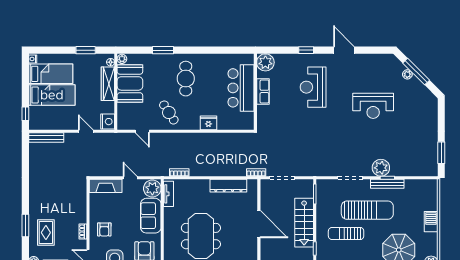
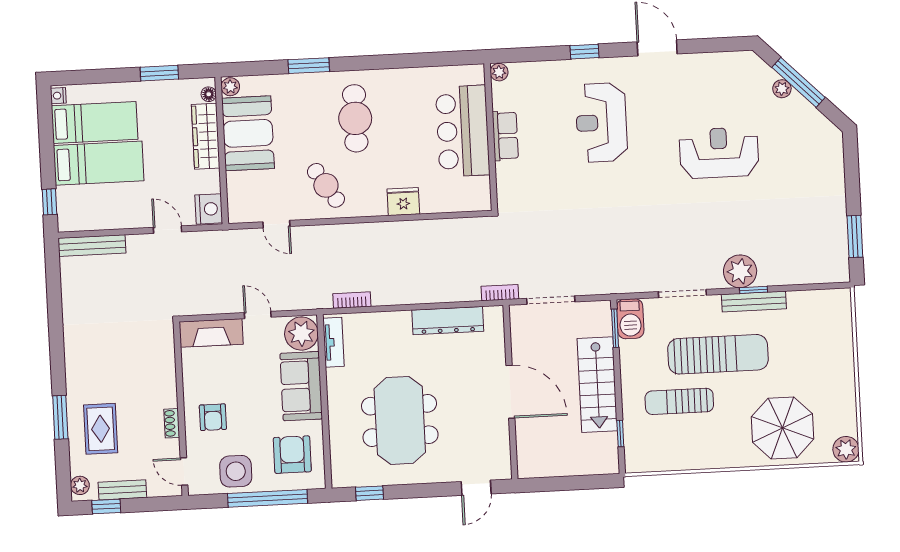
plant: (265, 62) -> (499, 72), width x0.53, depth x0.53
reception desk: (373, 106) -> (719, 153), turned 180
barbecue: (431, 222) -> (630, 319), moved, turned 180

